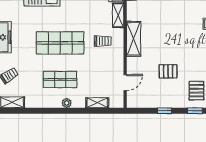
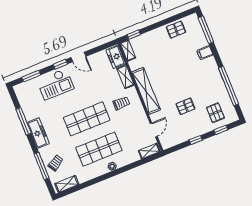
shelving: (134, 39) -> (146, 91), width x1.47
shop shelf: (60, 79) -> (99, 149), width x1.43, depth x1.36
shelving: (97, 103) -> (149, 151), moved

